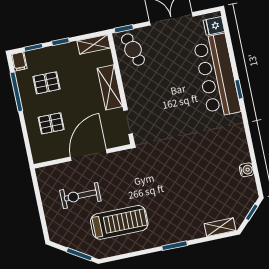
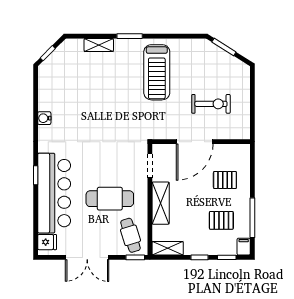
cafe table: (161, 81) -> (110, 199), added
water cooler: (247, 170) -> (44, 118), moved
treadmill: (119, 222) -> (157, 72), moved, turned -90
shelving: (220, 227) -> (99, 45), moved

